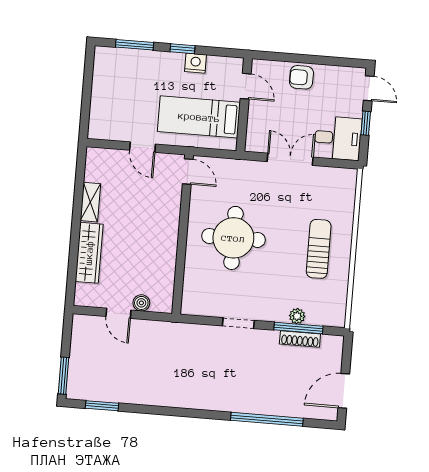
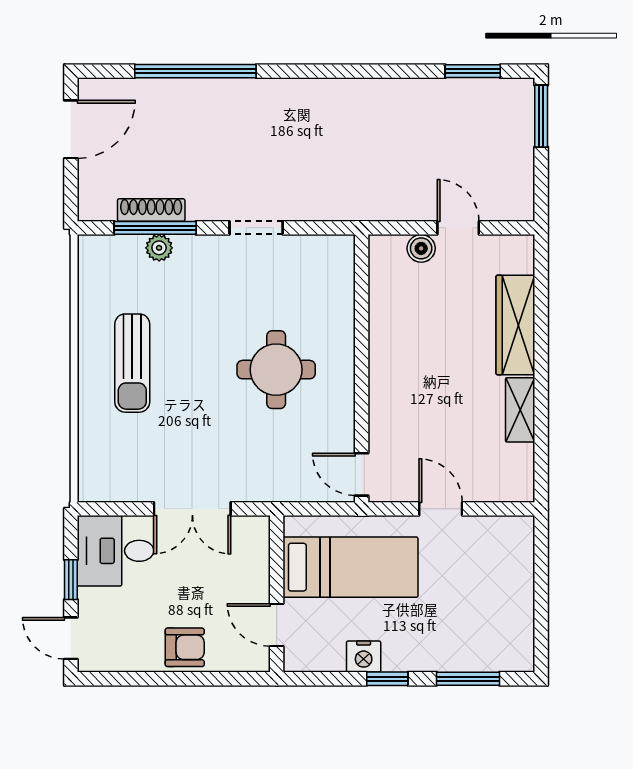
round table: (233, 238) -> (276, 370), width x0.73, depth x0.73

